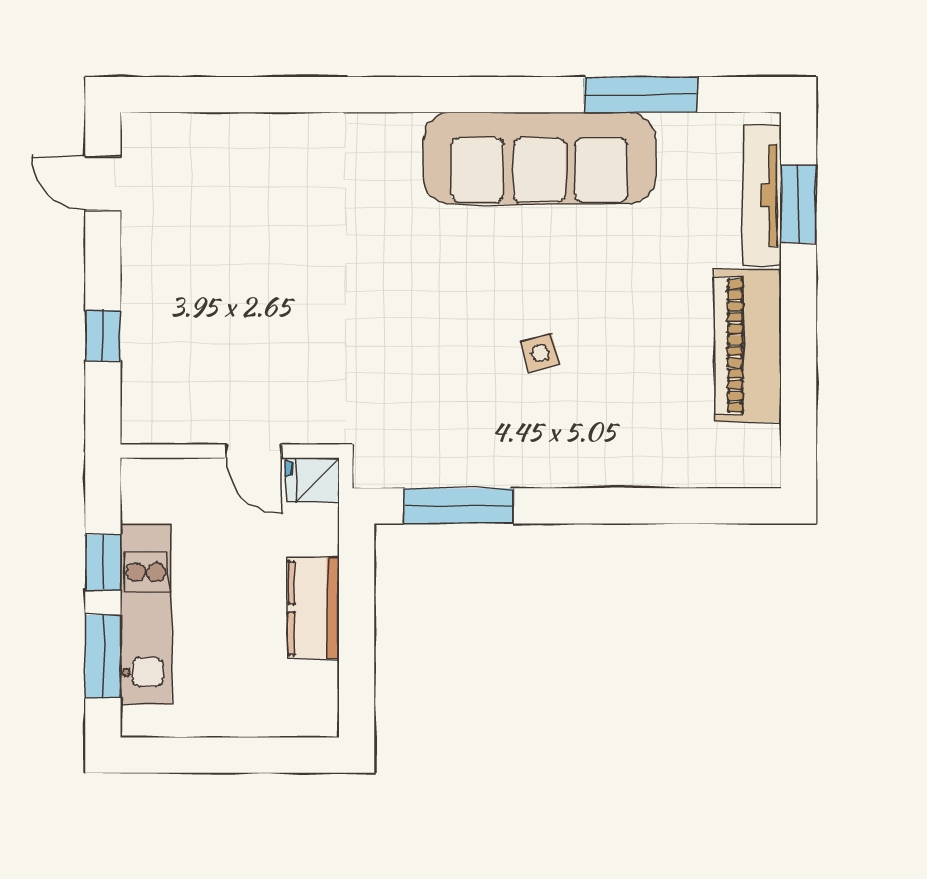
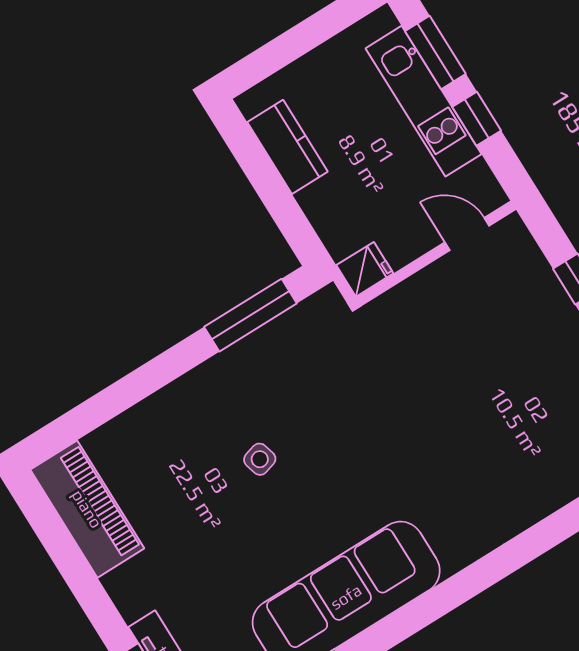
piano: (748, 346) -> (87, 509), moved
door: (254, 451) -> (467, 234), moved
kitchen counter: (314, 608) -> (287, 147), moved

